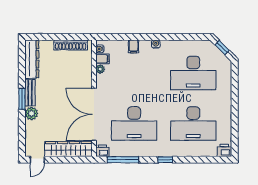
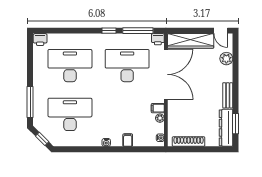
filing cabinet: (102, 59) -> (158, 108), moved
window: (235, 86) -> (30, 102), added
window: (22, 99) -> (236, 124), moved
plant: (31, 113) -> (226, 59), moved
door: (37, 160) -> (221, 31), swing flipped
window: (165, 160) -> (109, 31), moved

